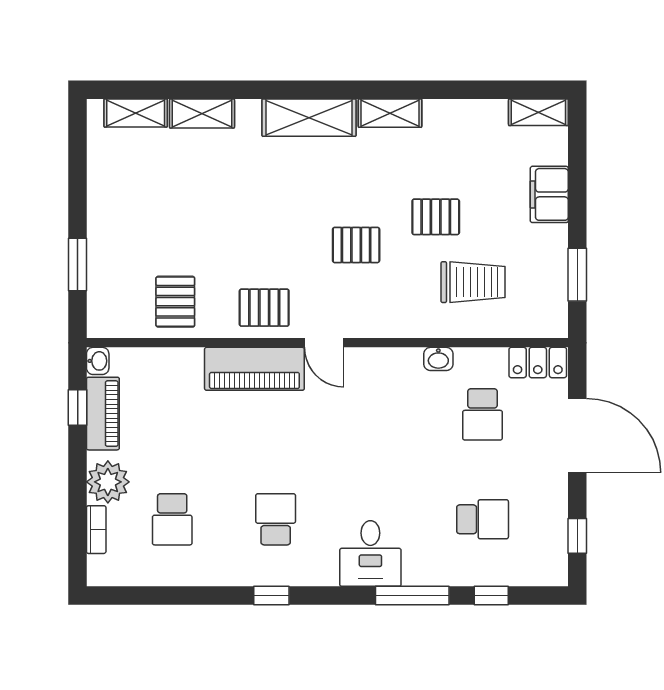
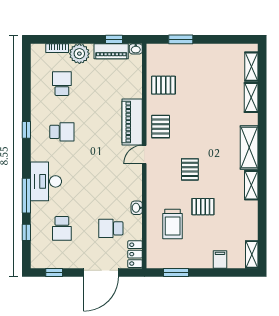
filing cabinet: (549, 194) -> (220, 259), width x0.50
pallet: (436, 217) -> (203, 207), turned 90
school desk: (172, 519) -> (62, 84), turned 90
desk: (370, 553) -> (46, 181), width x1.37

